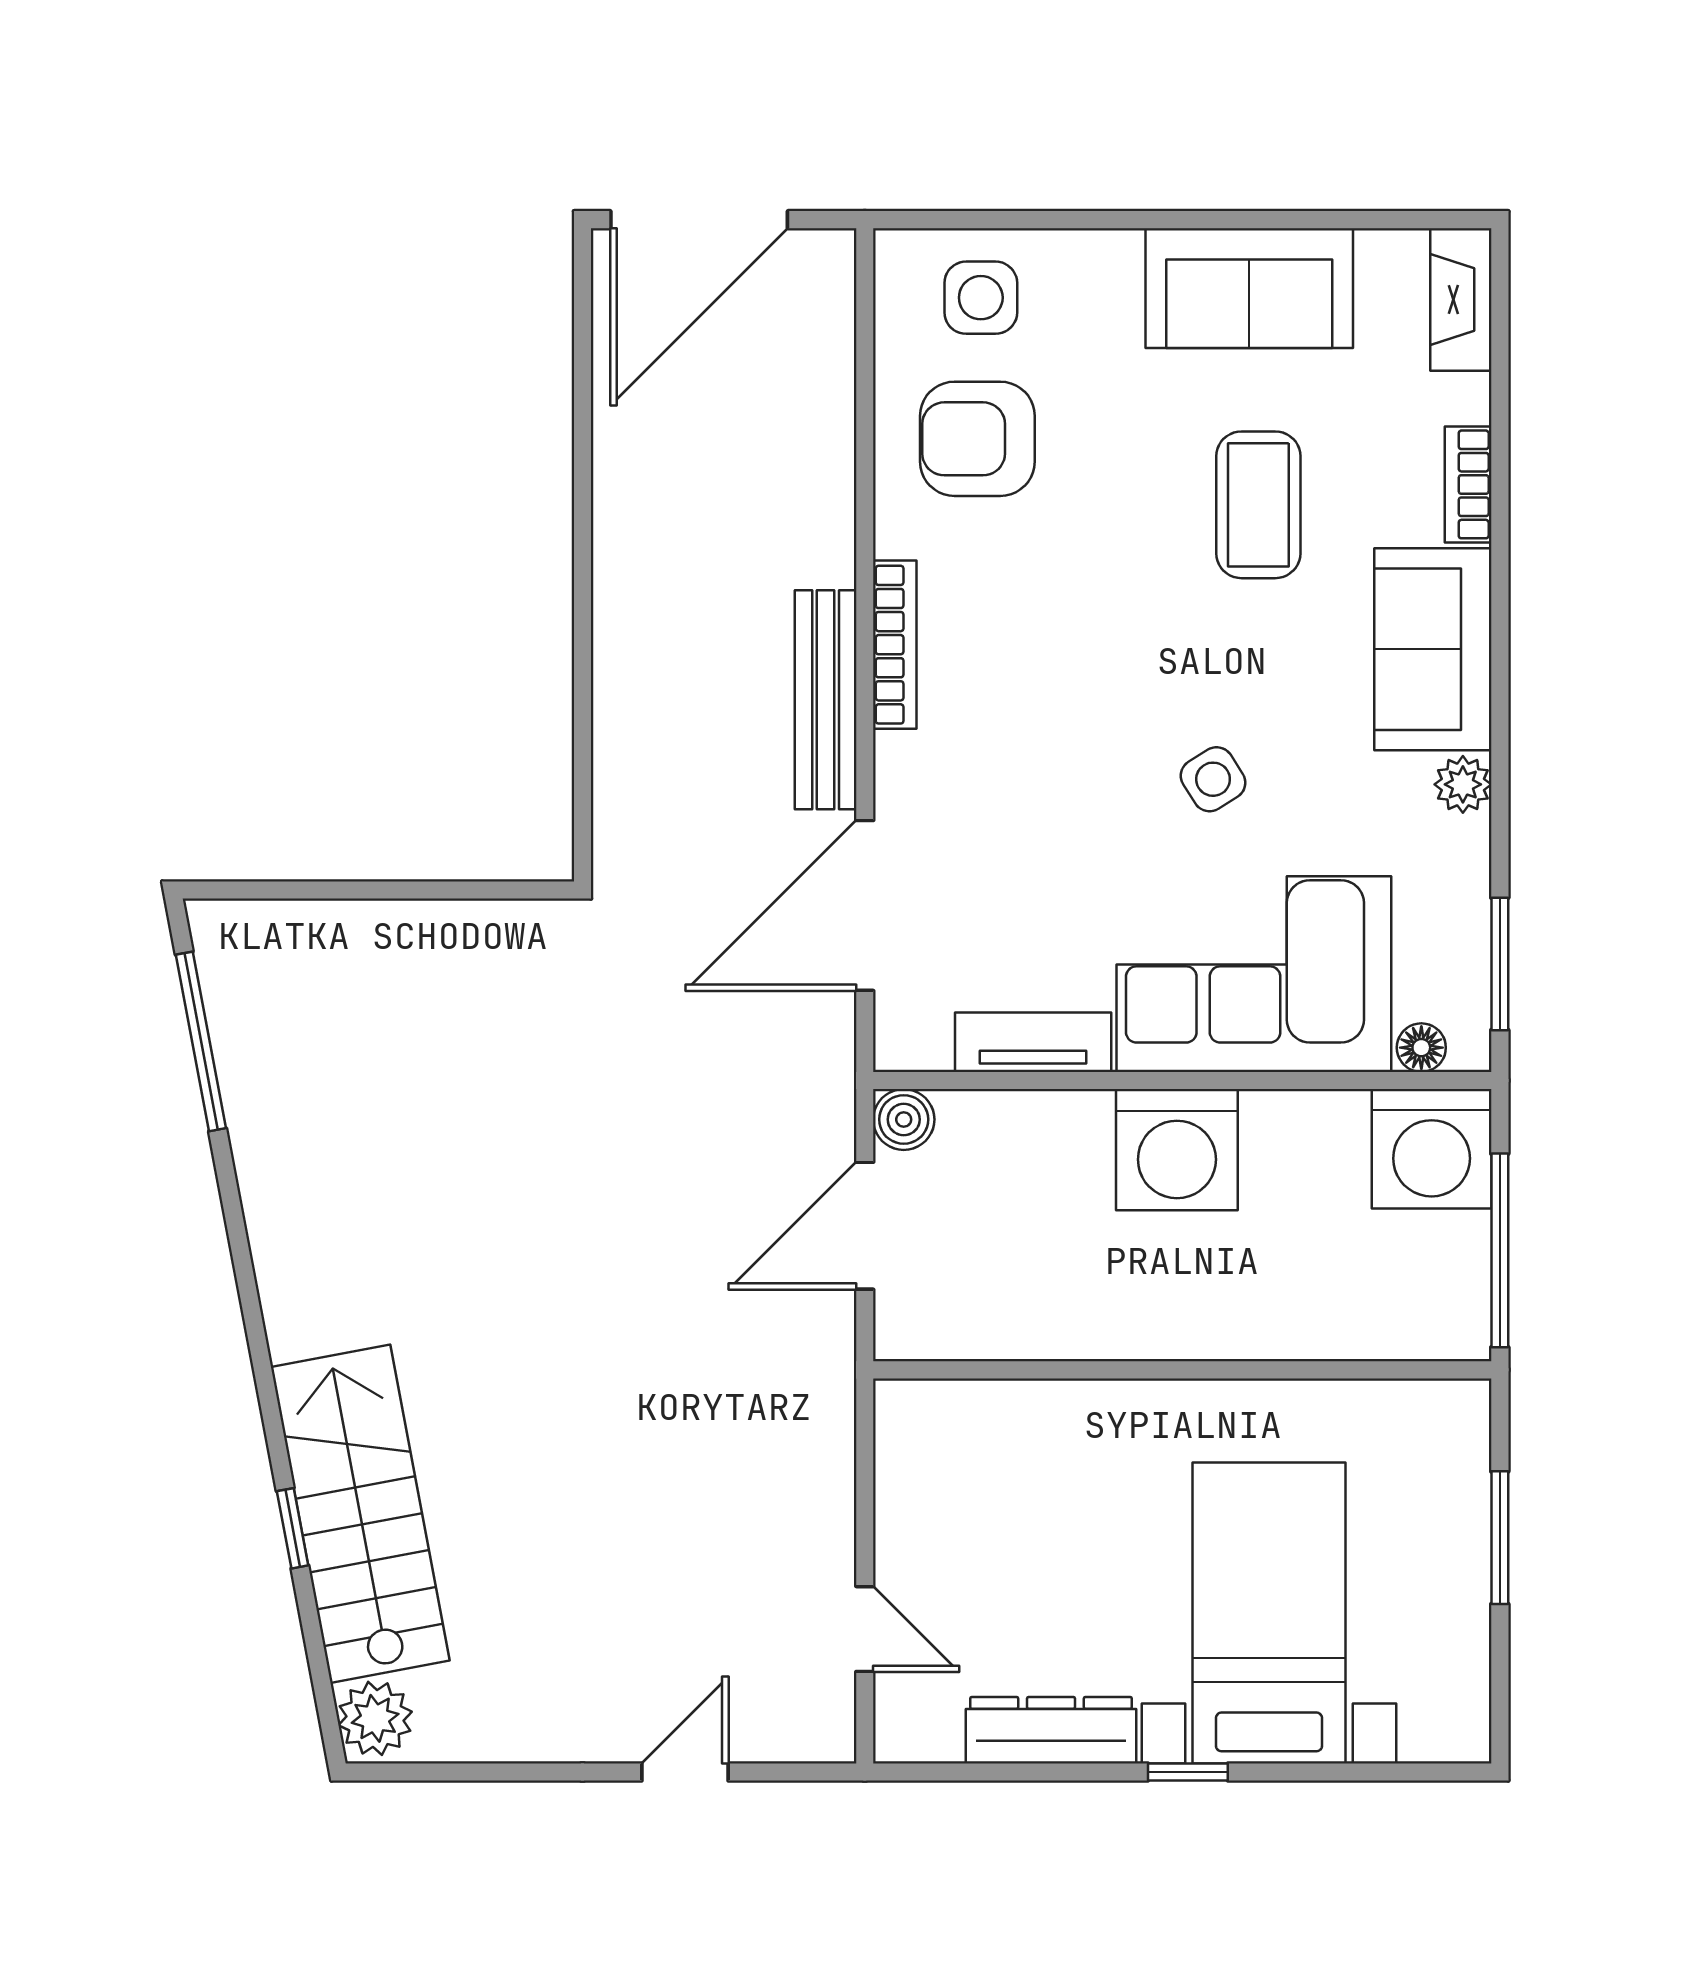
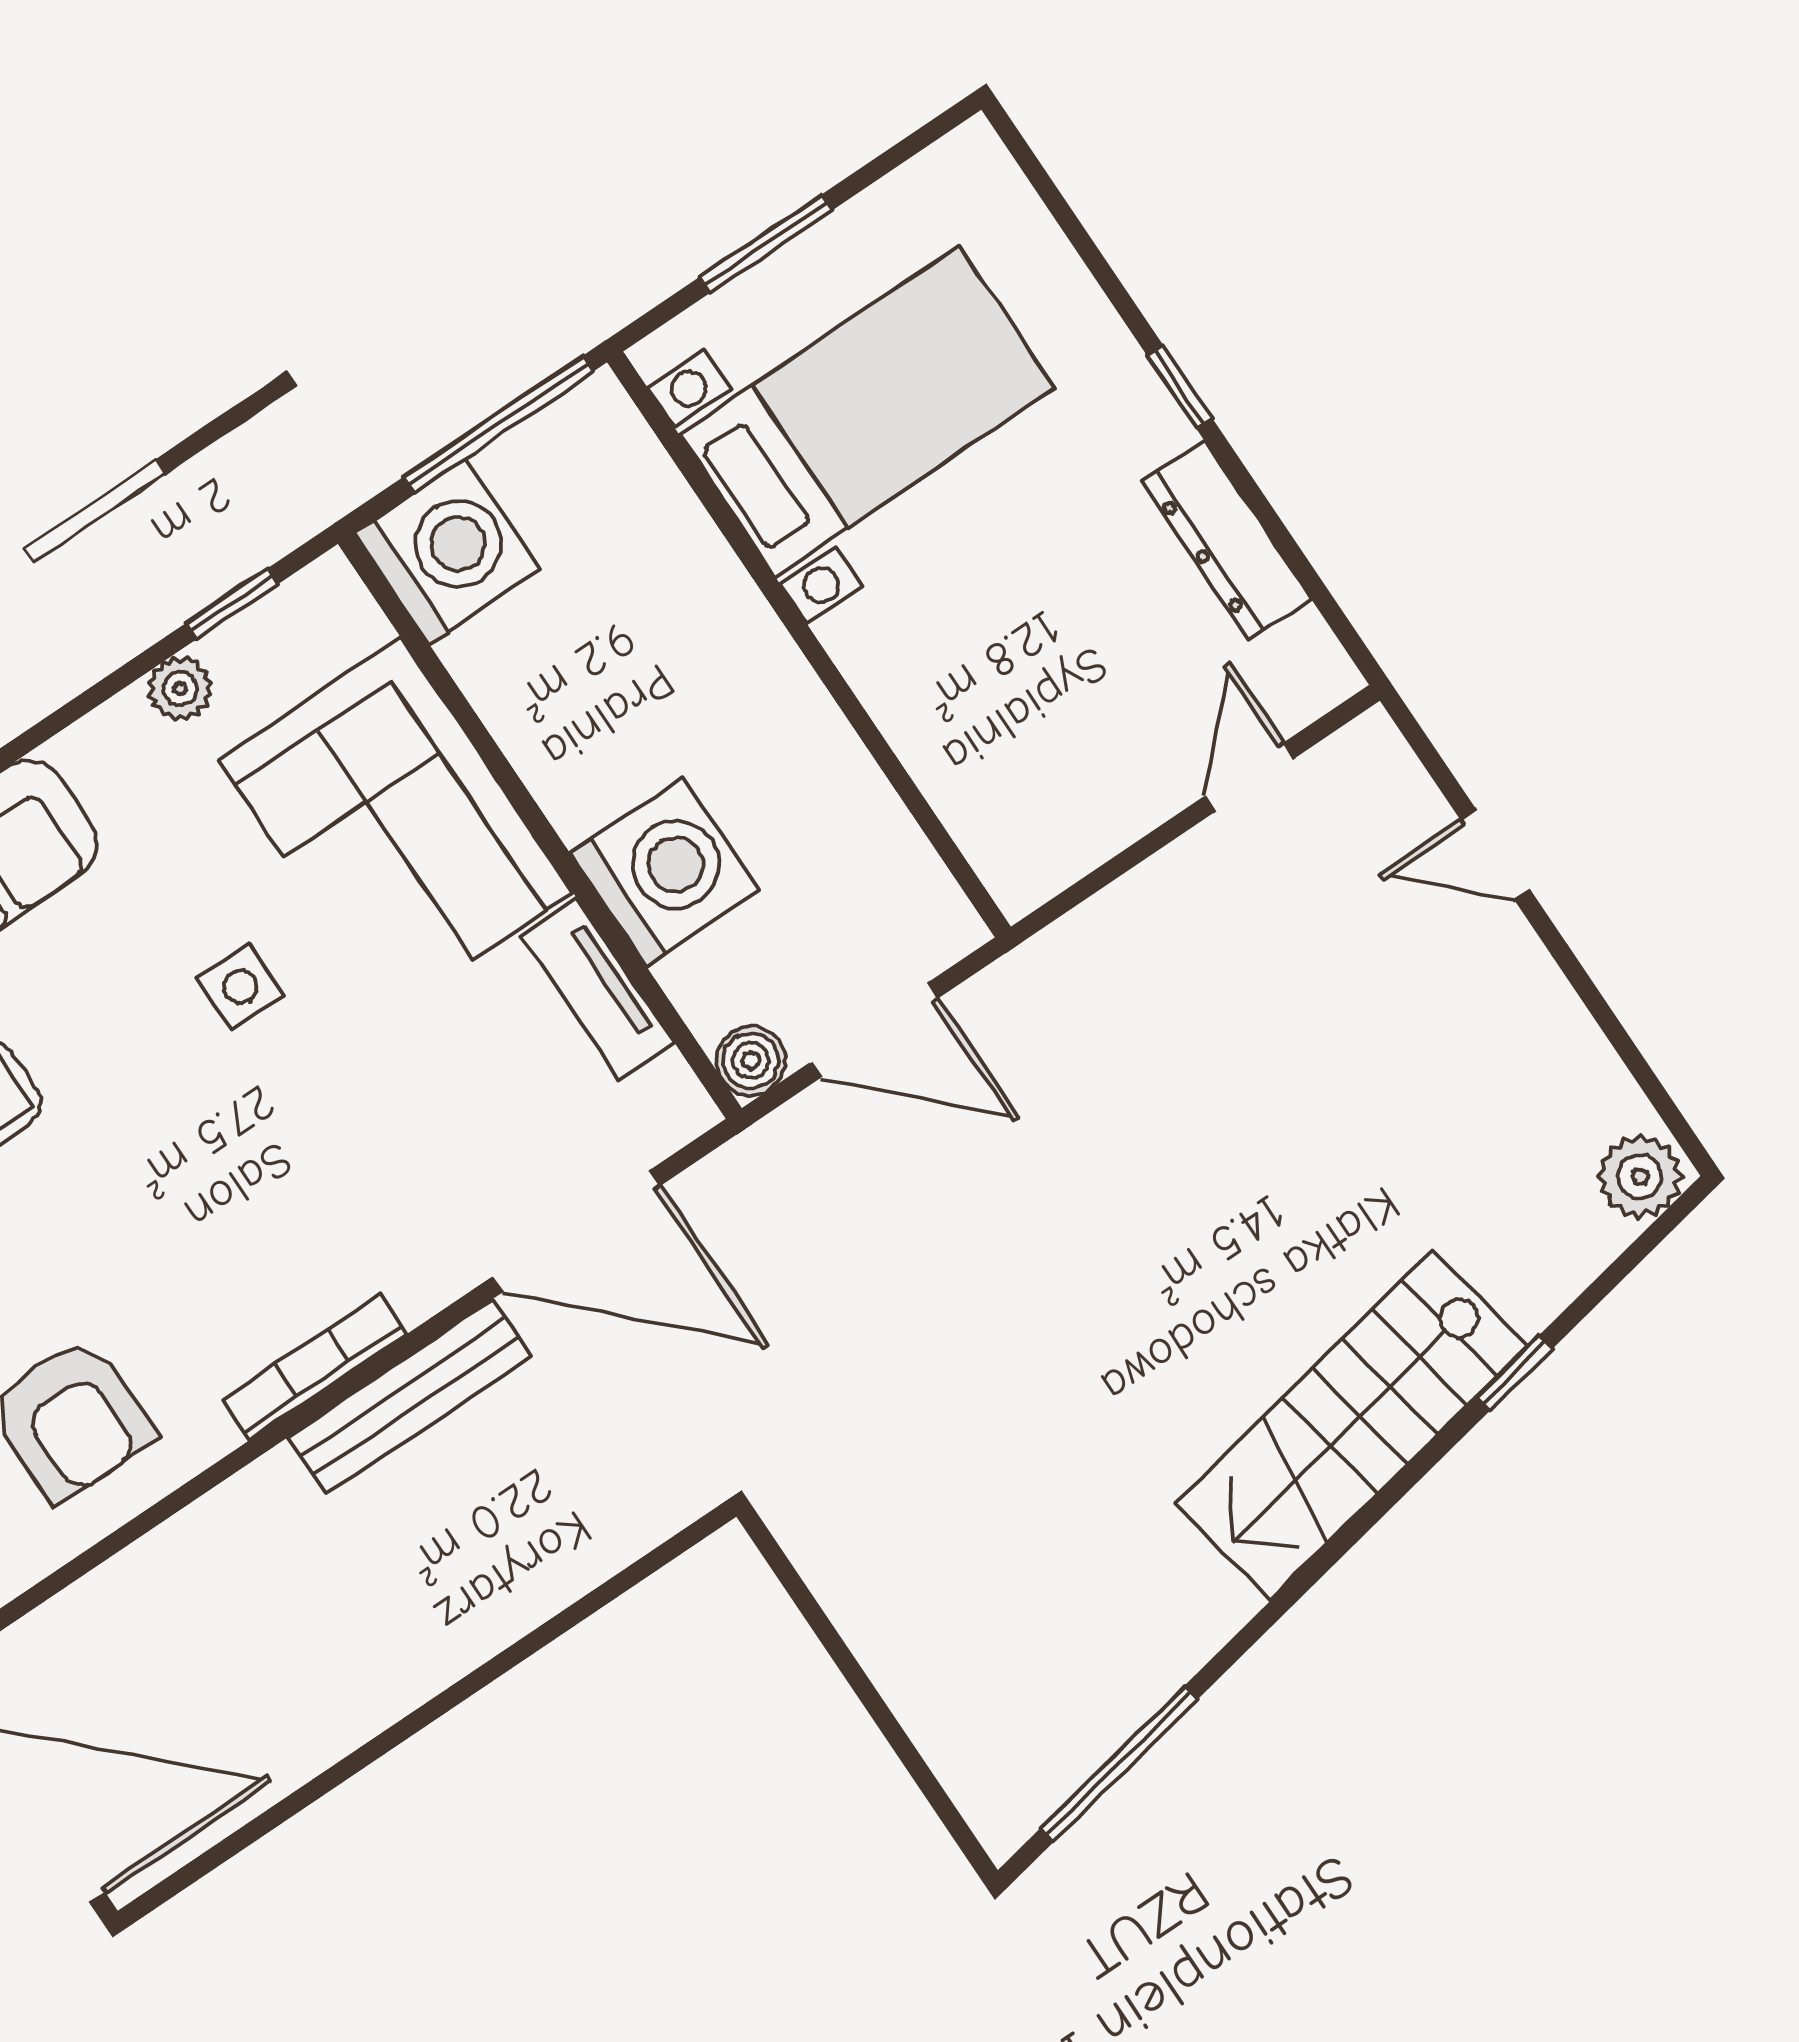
side table: (1213, 779) -> (240, 986), turned 32
plant: (1463, 784) -> (180, 689), moved
window: (1500, 964) -> (232, 604), width x0.67
floor lamp: (1421, 1048) -> (359, 624), removed
washing machine: (1177, 1150) -> (665, 872), moved
stairs: (360, 1514) -> (1351, 1425), moved
bed with nightstands: (1269, 1613) -> (867, 411), moved, turned 180

